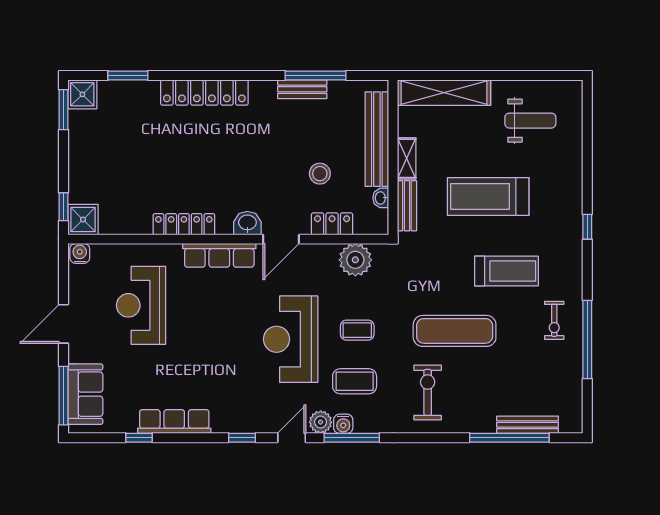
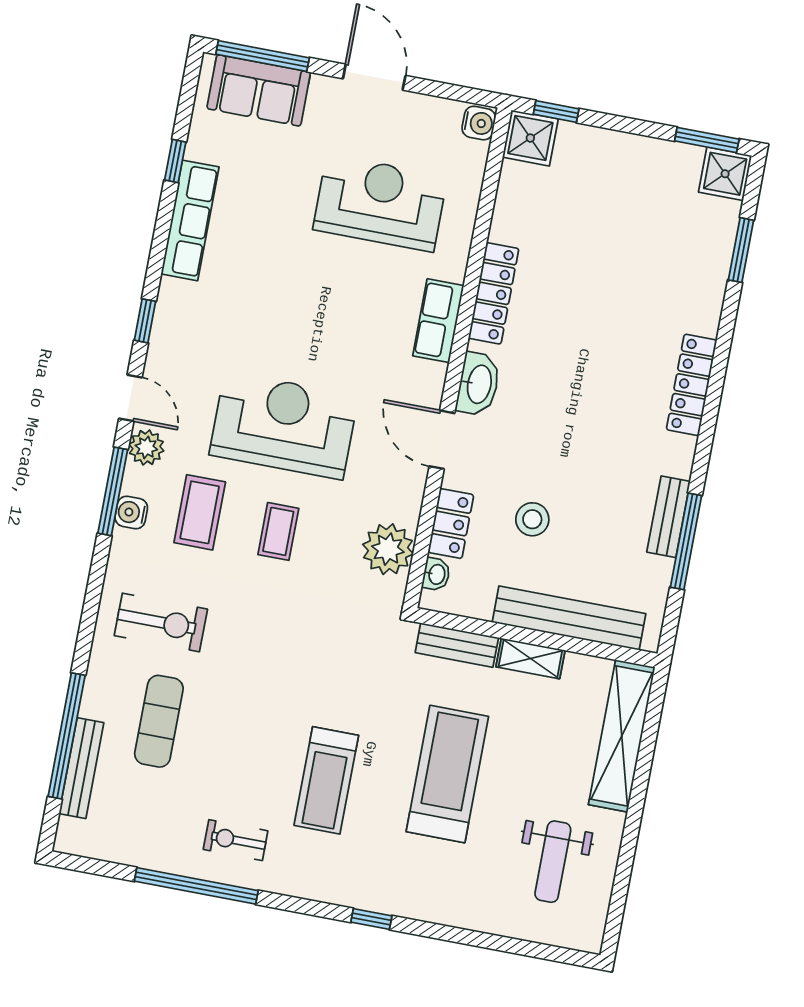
locker: (204, 93) -> (692, 385), width x0.71, depth x0.83
washbasin: (381, 198) -> (436, 574), moved, turned 90
washbasin: (247, 223) -> (478, 384), width x1.38
row of seats: (219, 255) -> (438, 321), width x0.68
exercise mat: (455, 331) -> (159, 721), moved, width x0.73, depth x0.69
water cooler: (343, 424) -> (131, 512), moved

